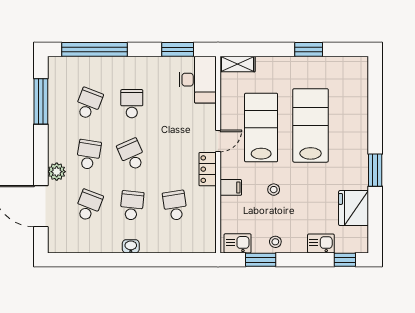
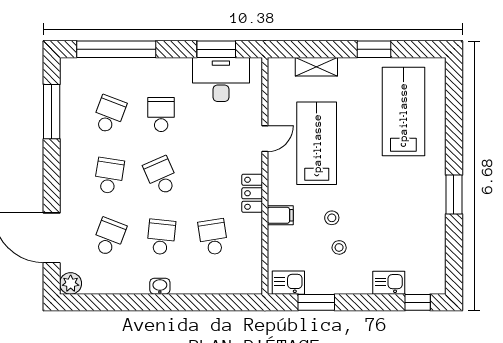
shelving: (238, 64) -> (316, 67), moved
desk: (198, 80) -> (221, 79), moved, turned -90
lab bench: (311, 125) -> (403, 112), moved
door: (218, 141) -> (265, 139), moved
plant: (57, 172) -> (71, 283), moved
fridge: (354, 208) -> (428, 240), removed
stool: (275, 242) -> (339, 247), moved

